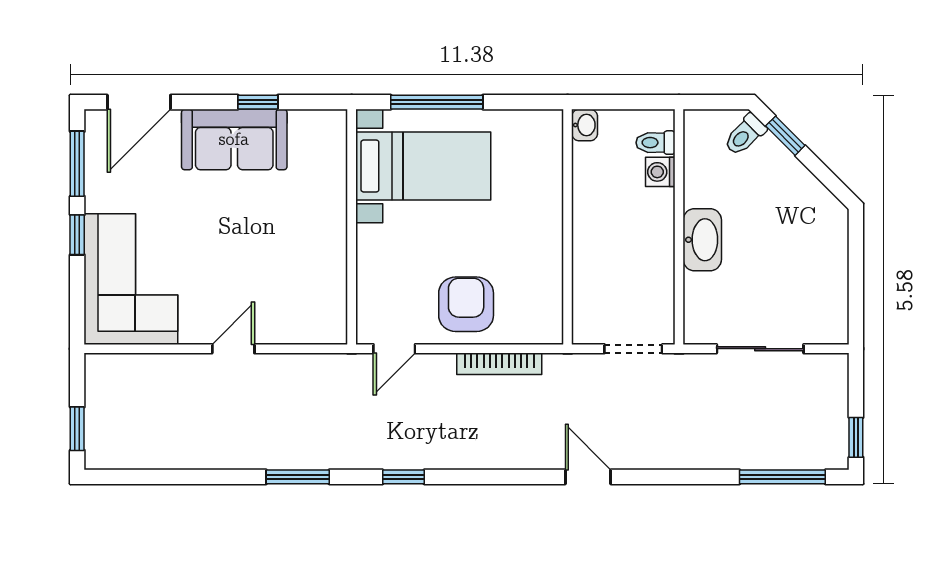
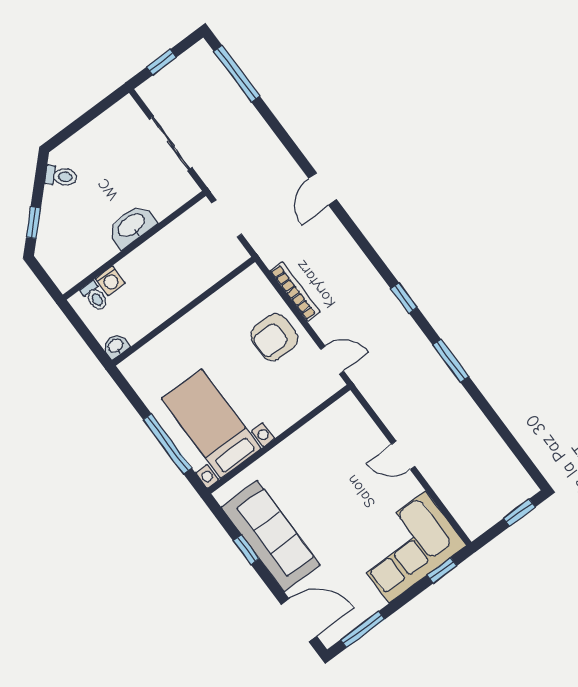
toilet: (745, 135) -> (61, 176), moved
sofa: (234, 139) -> (271, 536), width x1.36
window: (77, 235) -> (442, 570), moved
window: (856, 437) -> (161, 62), moved

